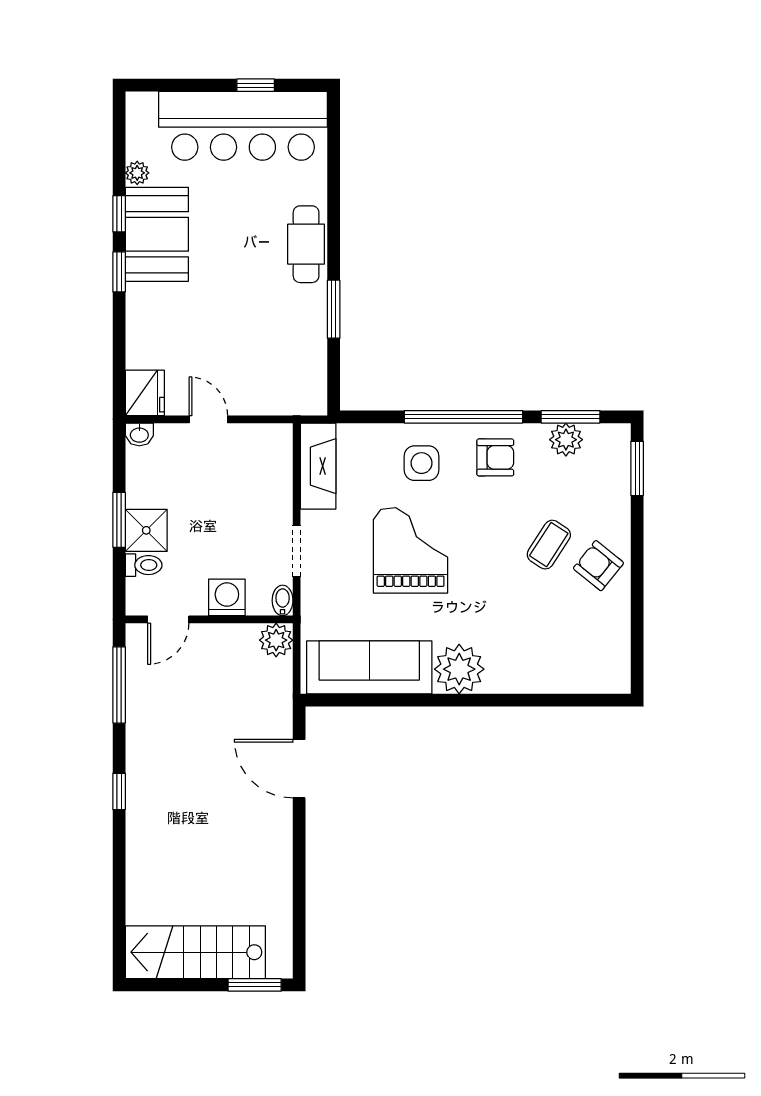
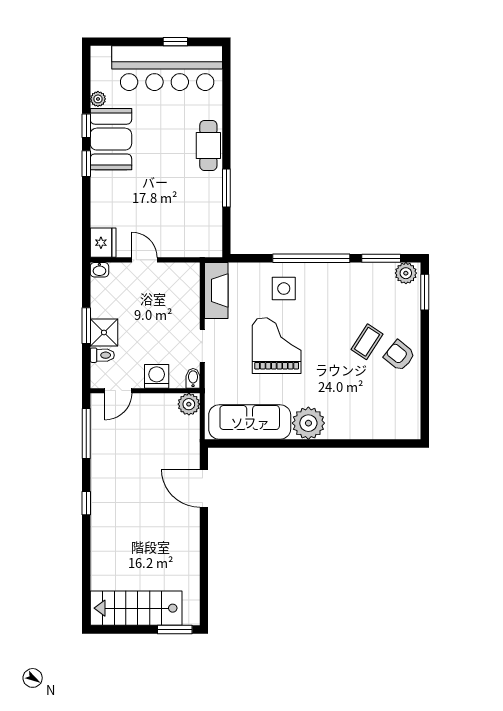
plant: (566, 440) -> (406, 273), moved
armchair: (495, 457) -> (332, 285), removed

